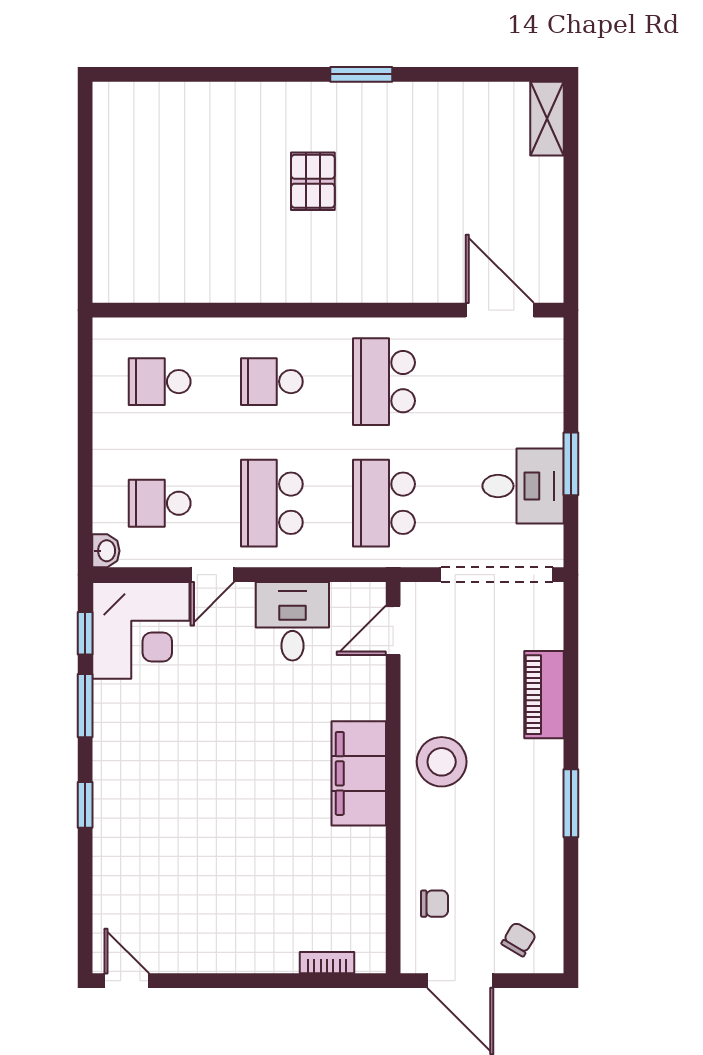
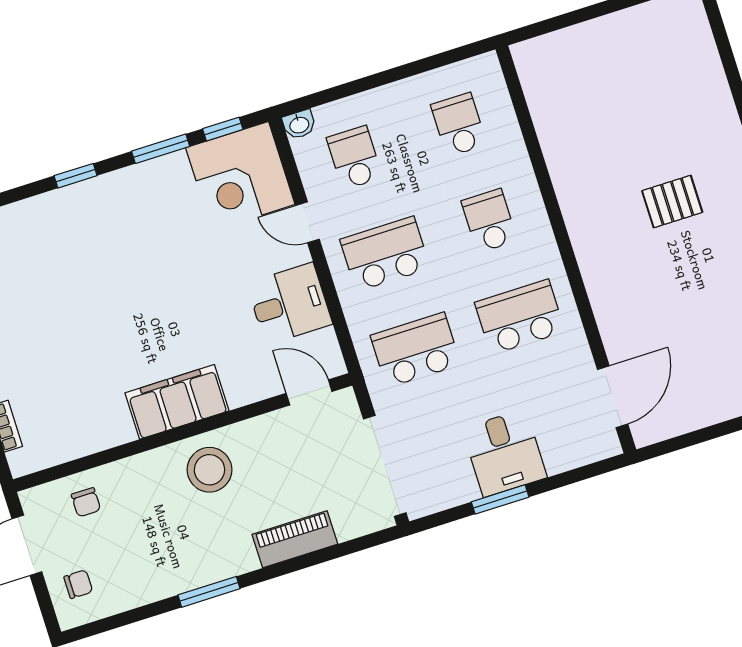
desk: (523, 486) -> (504, 453), moved
chair: (519, 939) -> (78, 584), turned -31

